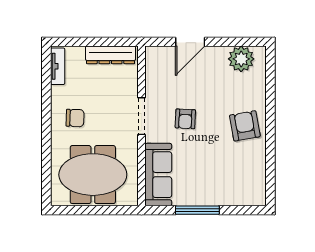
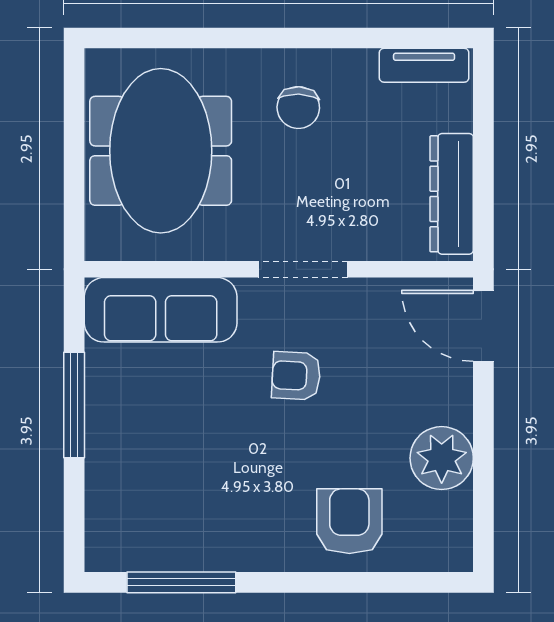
door: (190, 42) -> (483, 326), moved
plant: (241, 59) -> (442, 458), moved
armchair: (245, 126) -> (349, 521), moved, turned -80
window: (270, 166) -> (181, 582), added

